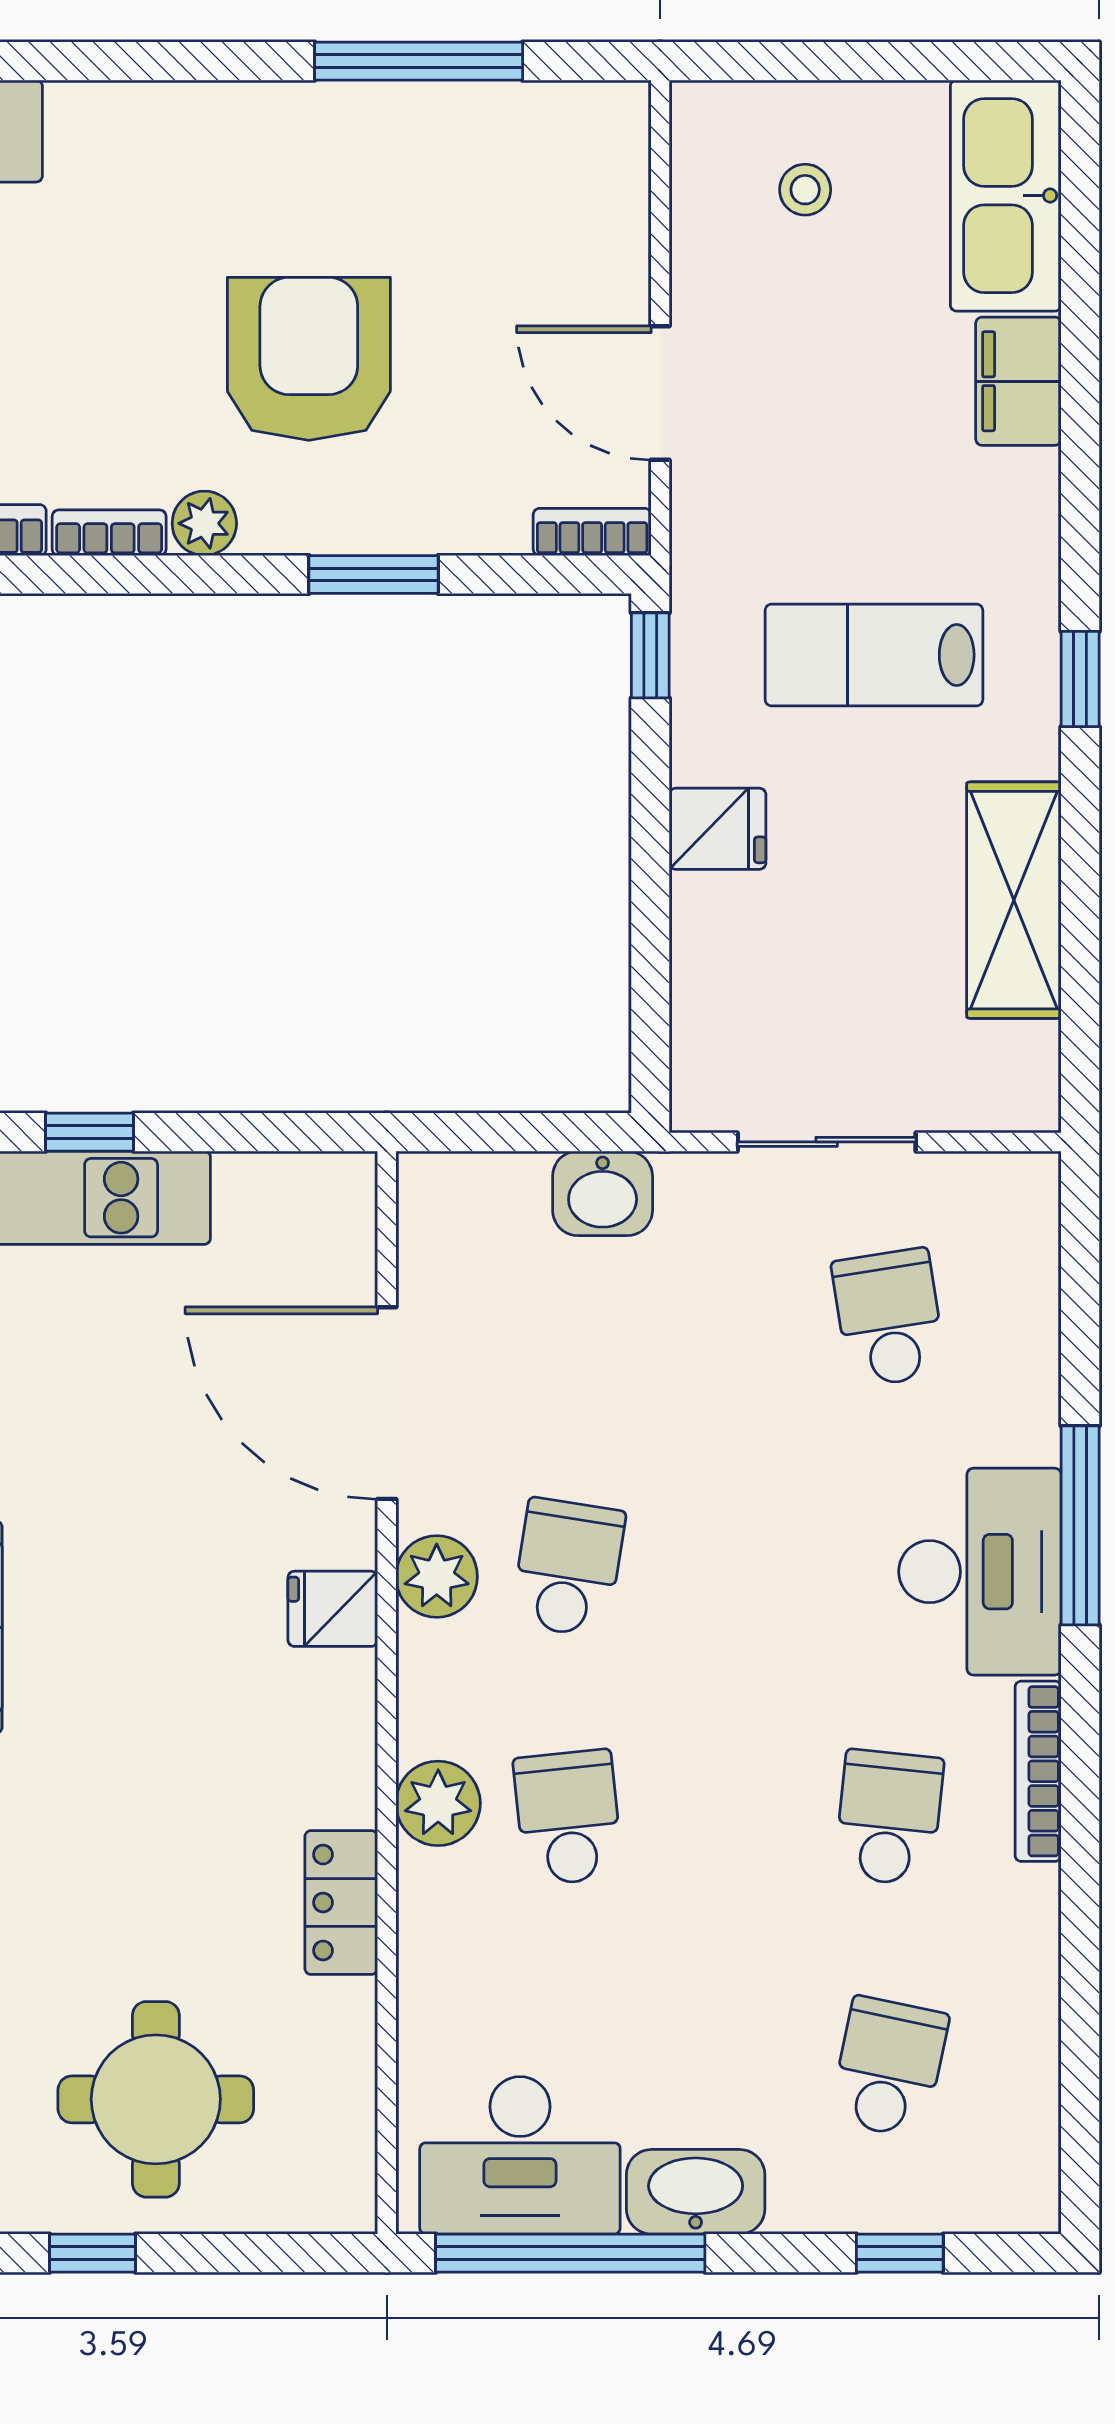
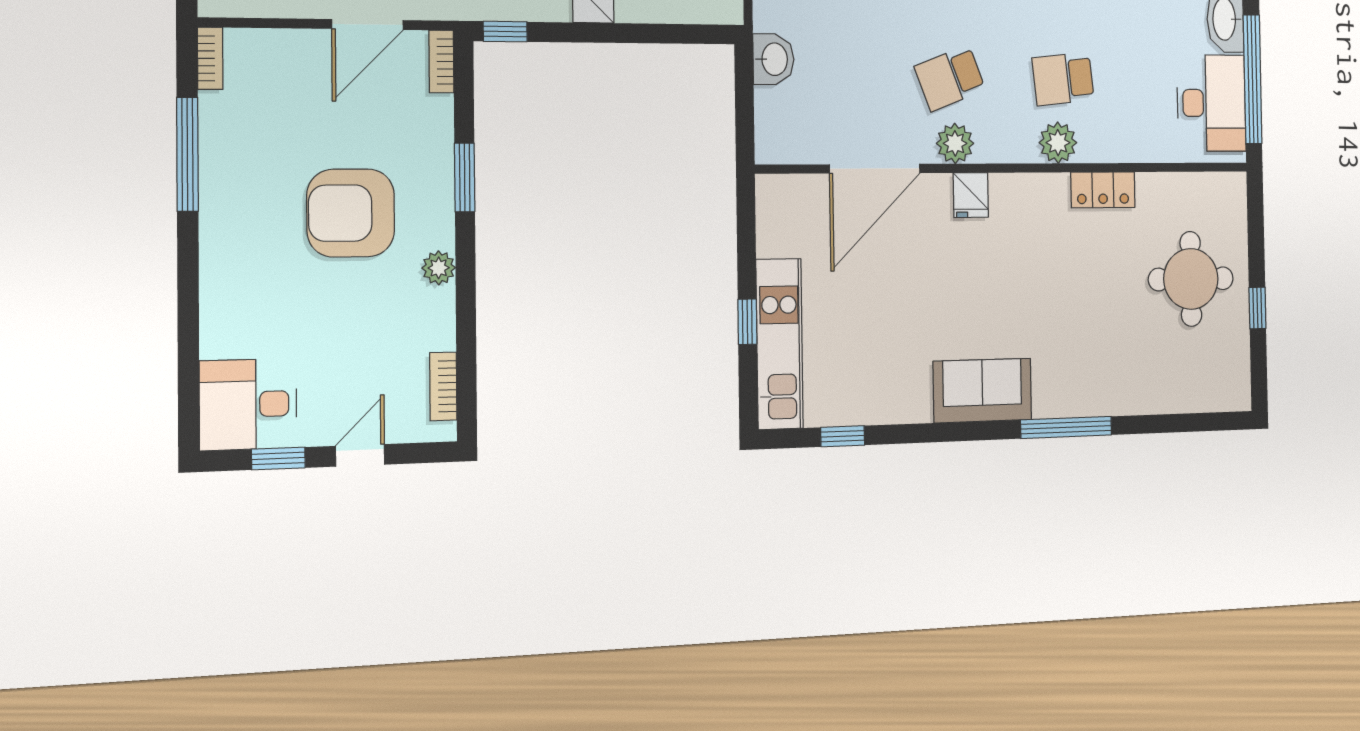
bookcase: (109, 533) -> (210, 58), moved, turned 180
school desk: (568, 1568) -> (950, 78), turned -30

